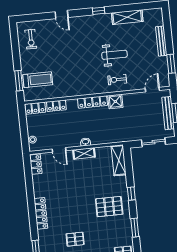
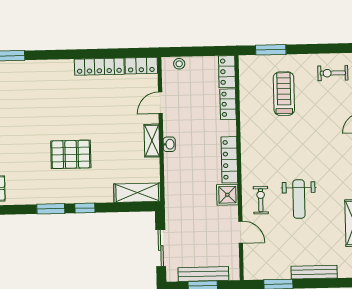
treadmill: (38, 80) -> (284, 94), moved, turned 180
door: (152, 90) -> (241, 232), moved
pallet: (109, 207) -> (71, 154), moved, turned 90
locker: (41, 213) -> (99, 67), moved
window: (135, 228) -> (51, 209), moved
pallet: (75, 239) -> (22, 117), removed

